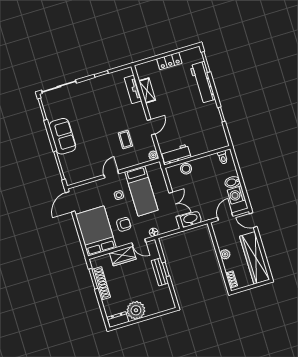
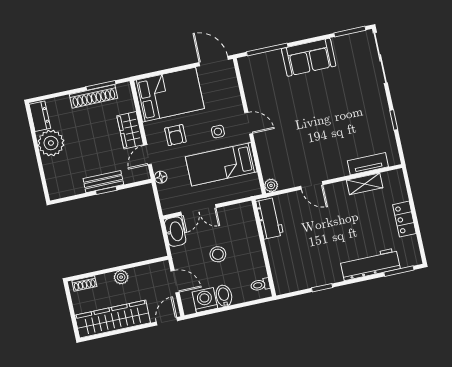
coffee table: (125, 139) -> (297, 147), removed
stool: (186, 169) -> (218, 254), moved

